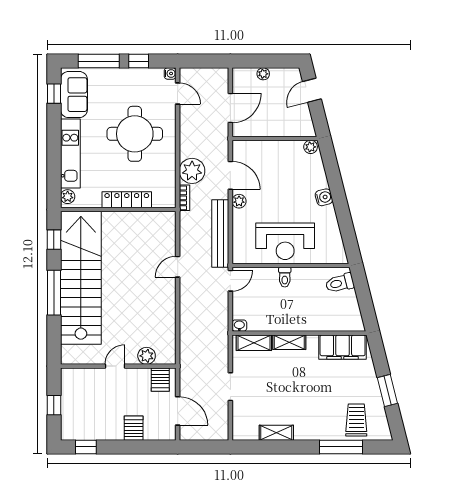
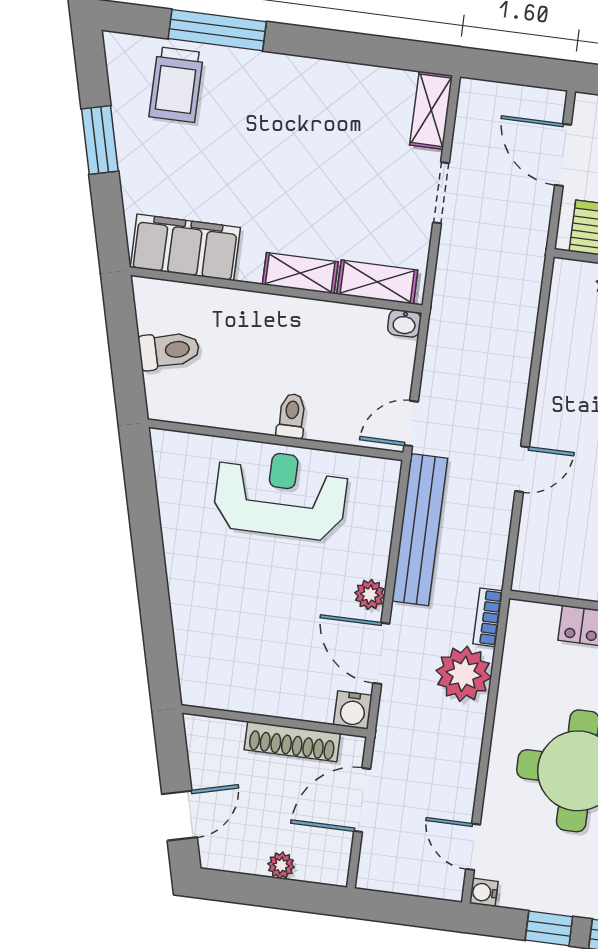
shoe rack: (265, 130) -> (292, 741), added
plant: (311, 147) -> (198, 693), removed
water cooler: (324, 197) -> (353, 710), moved, turned -76
toilet: (340, 283) -> (169, 350), moved
shelving: (276, 433) -> (431, 110), moved, turned 90

